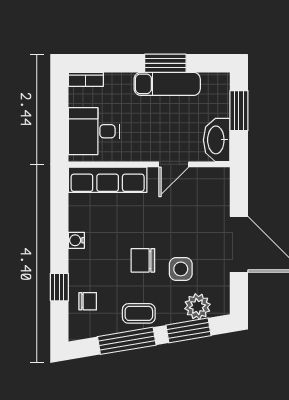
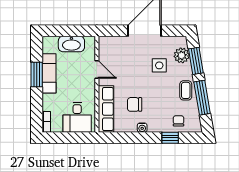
window: (239, 111) -> (65, 31), removed
washbasin: (217, 140) -> (71, 44), moved
chair: (143, 260) -> (135, 104), moved, turned 90

